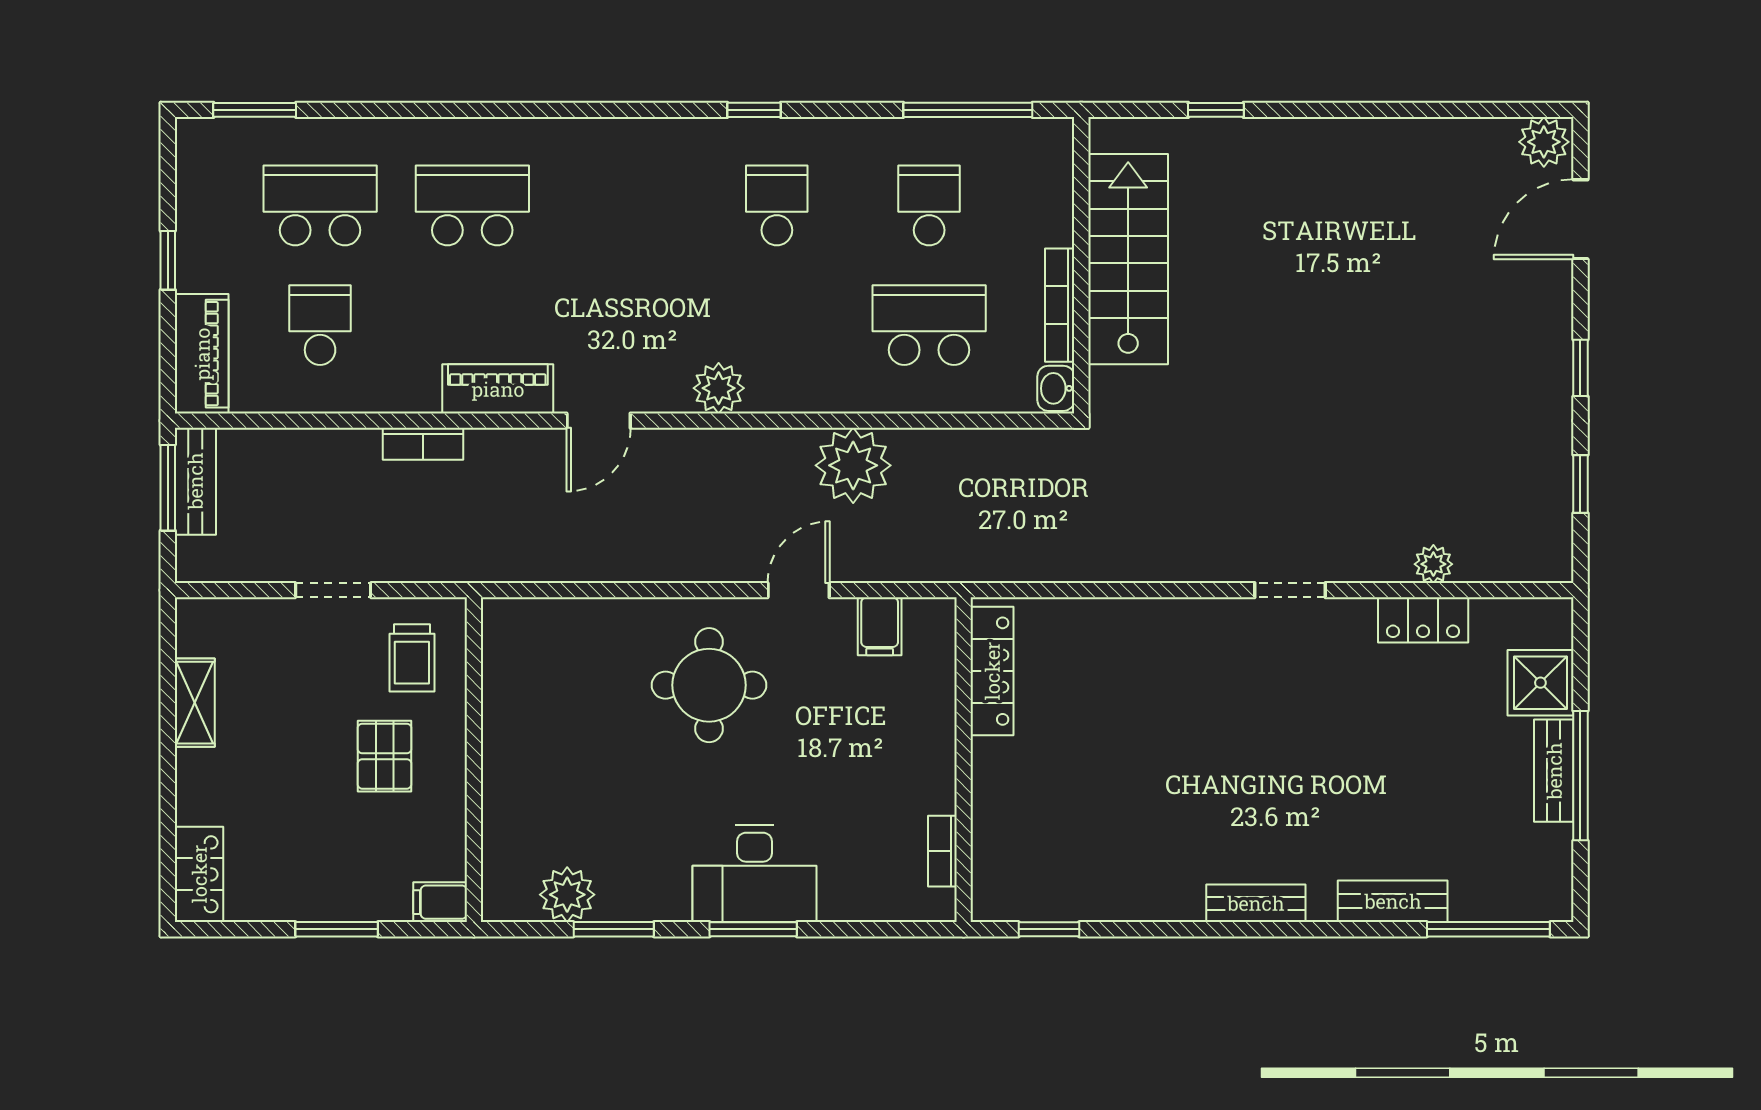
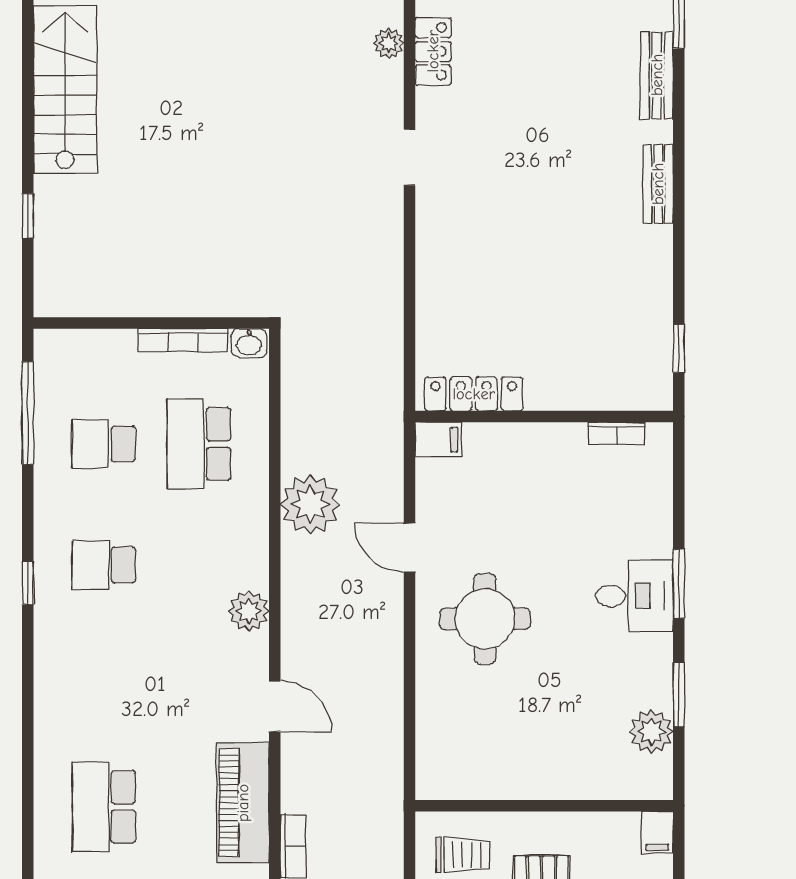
stairs: (1128, 259) -> (65, 89), moved, turned 90
piano: (498, 389) -> (243, 803), width x1.37, depth x1.33
filing cabinet: (880, 626) -> (438, 439), moved
desk: (755, 873) -> (635, 596), width x0.73

